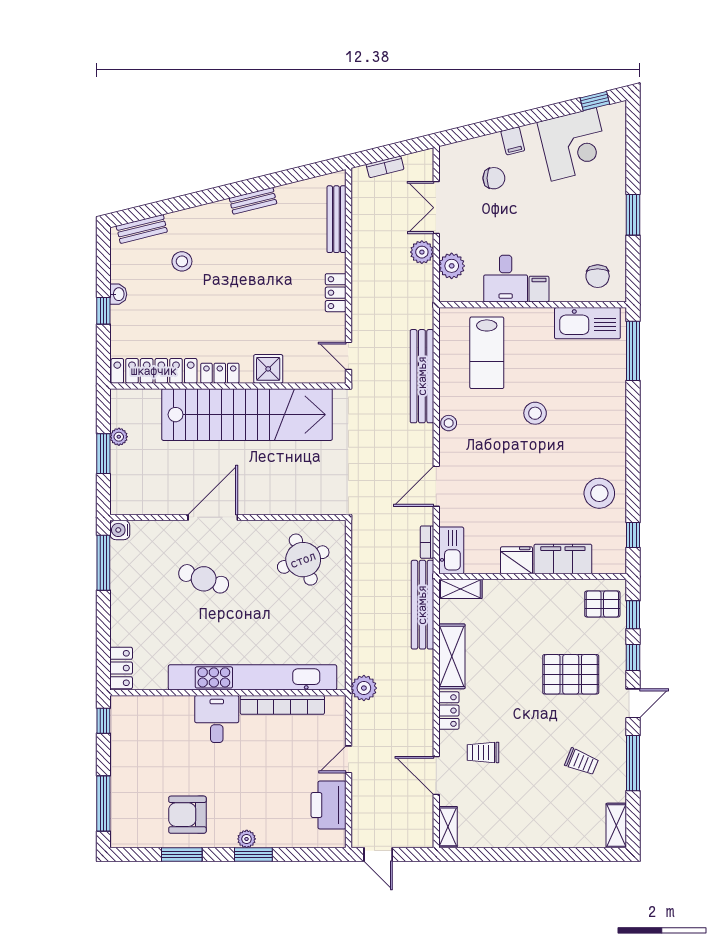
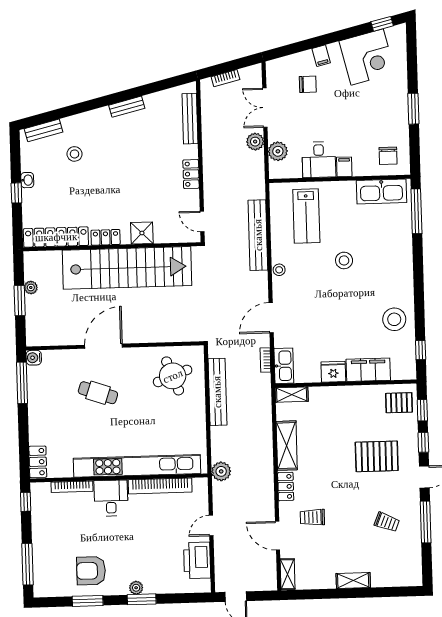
bench: (422, 605) -> (217, 392), moved
bookcase: (166, 702) -> (72, 487), added
shelving: (616, 826) -> (353, 581), moved, turned 90

